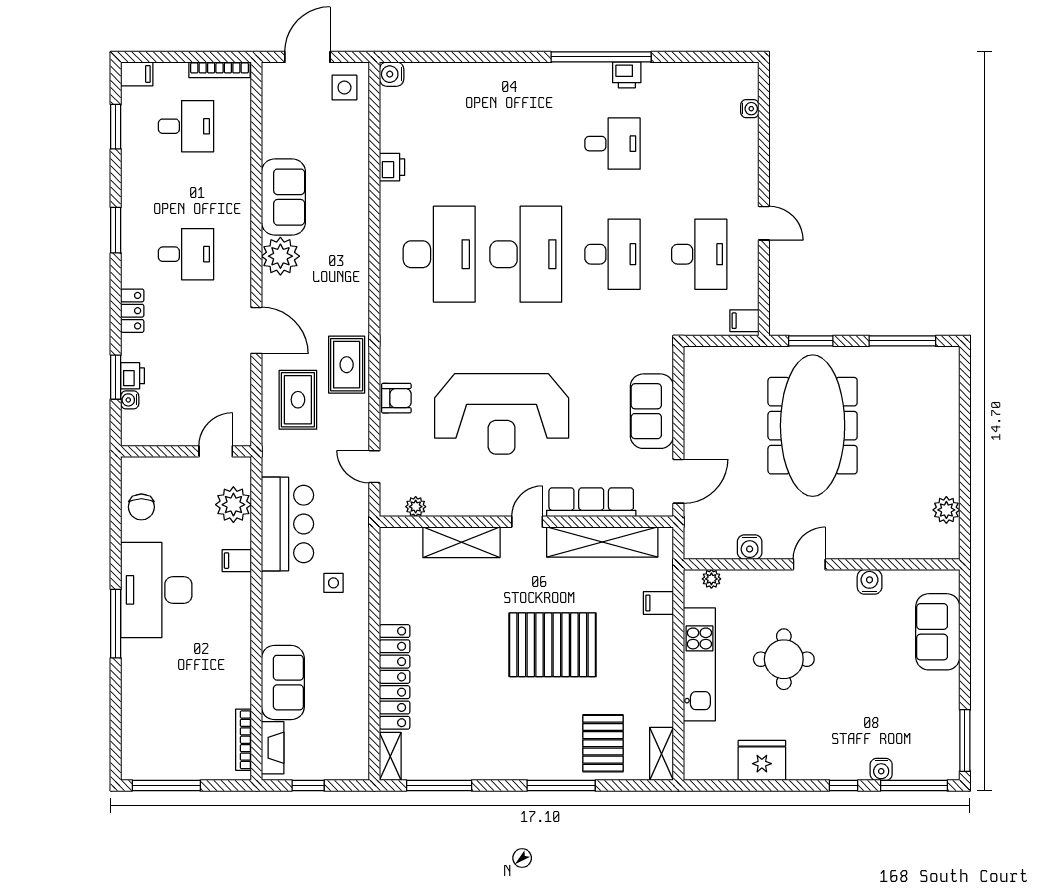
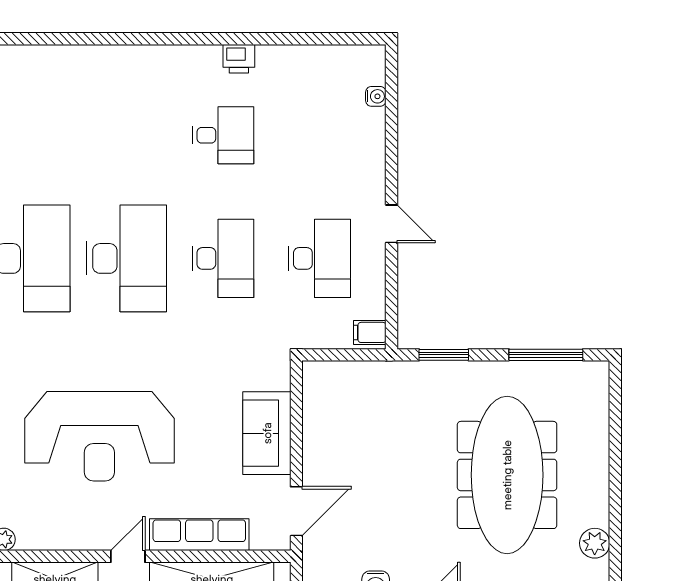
window: (601, 57) -> (210, 39), removed
meeting table: (813, 426) -> (507, 475), moved

